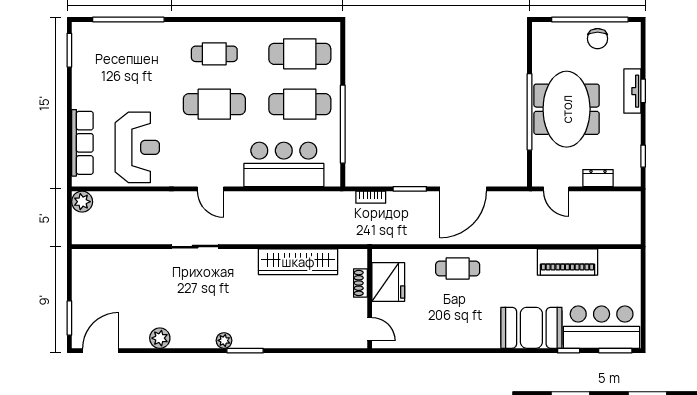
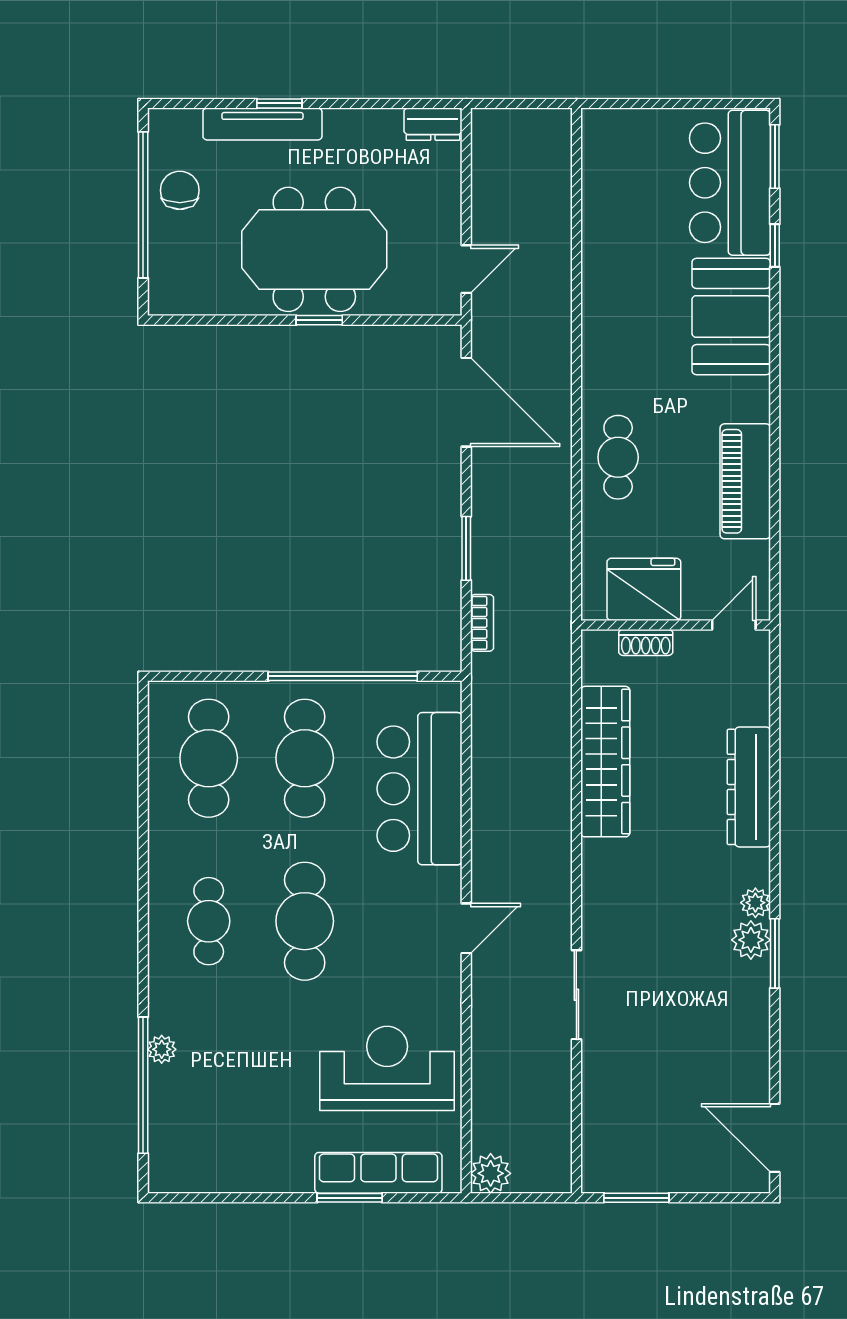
plant: (147, 29) -> (162, 1049), added
chair: (598, 39) -> (180, 190), turned -90
window: (69, 50) -> (350, 1198), moved
tv unit: (632, 91) -> (262, 124), width x1.41
window: (529, 112) -> (319, 320), width x0.32
window: (643, 156) -> (404, 103), removed
dresser: (598, 178) -> (433, 124), moved, turned -90
door: (463, 189) -> (466, 402), moved
sliding door: (195, 247) -> (576, 995), moved
piano: (567, 262) -> (745, 481), moved, turned 180
window: (69, 318) -> (636, 1198), moved
dresser: (285, 337) -> (749, 787), added
plant: (160, 338) -> (751, 940), moved
window: (245, 351) -> (775, 953), moved

